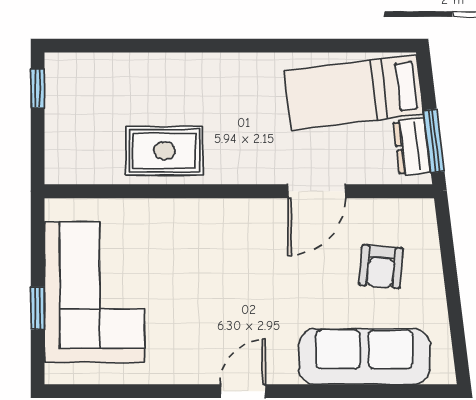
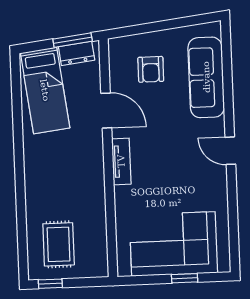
rug: (164, 151) -> (59, 244), moved
tv unit: (233, 212) -> (121, 161), added
armchair: (381, 267) -> (151, 69), turned 85

